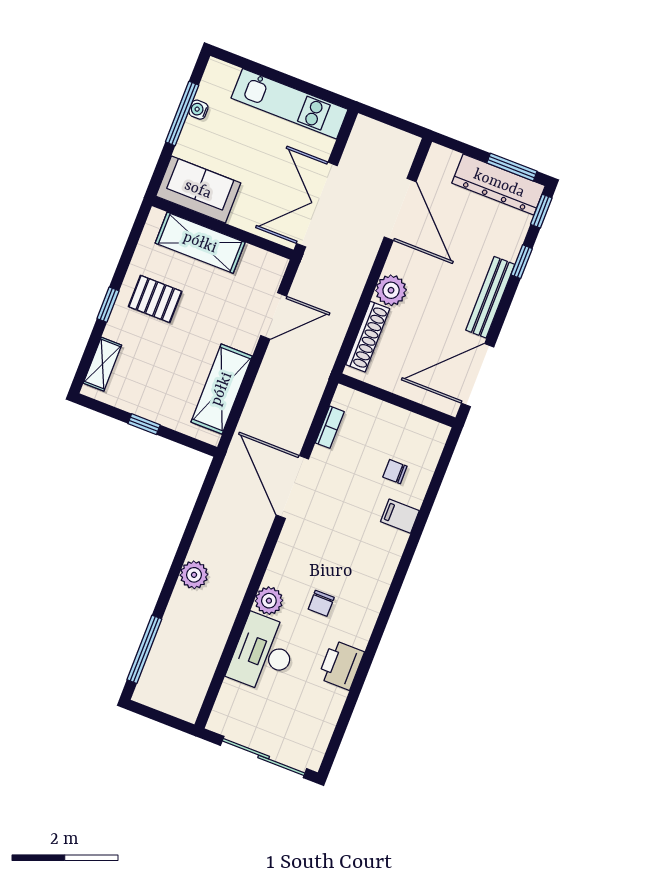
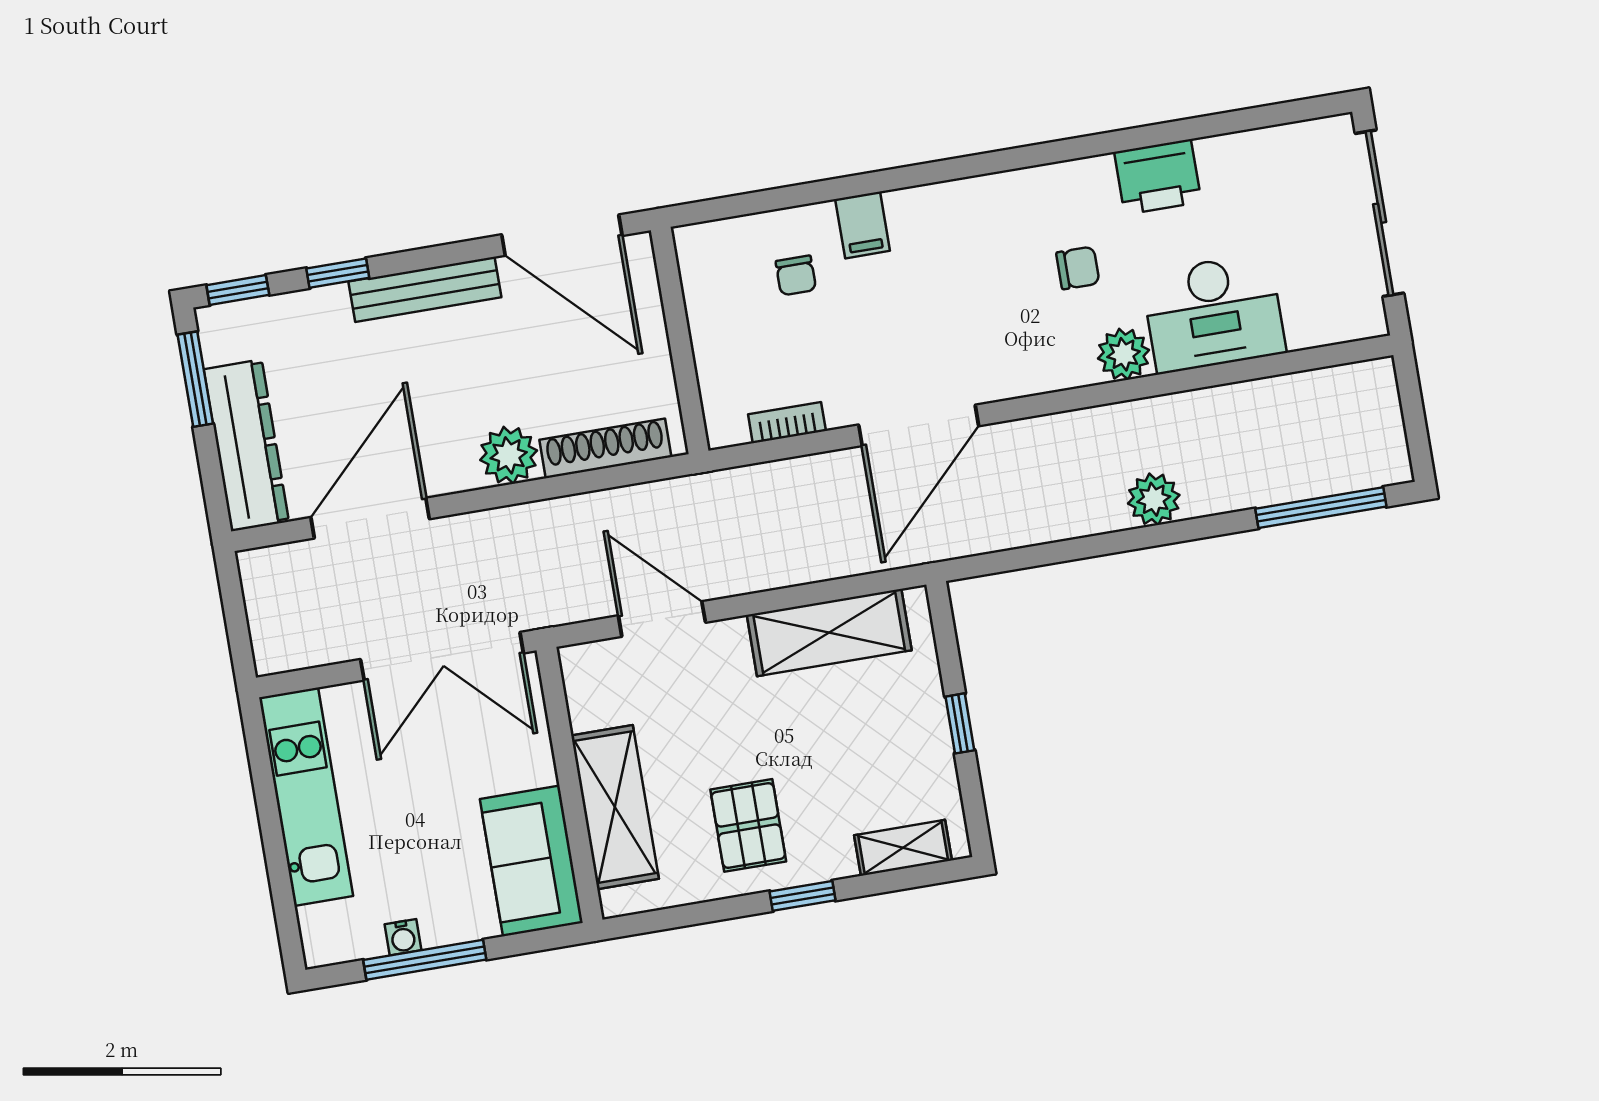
dresser: (499, 184) -> (246, 445), moved

